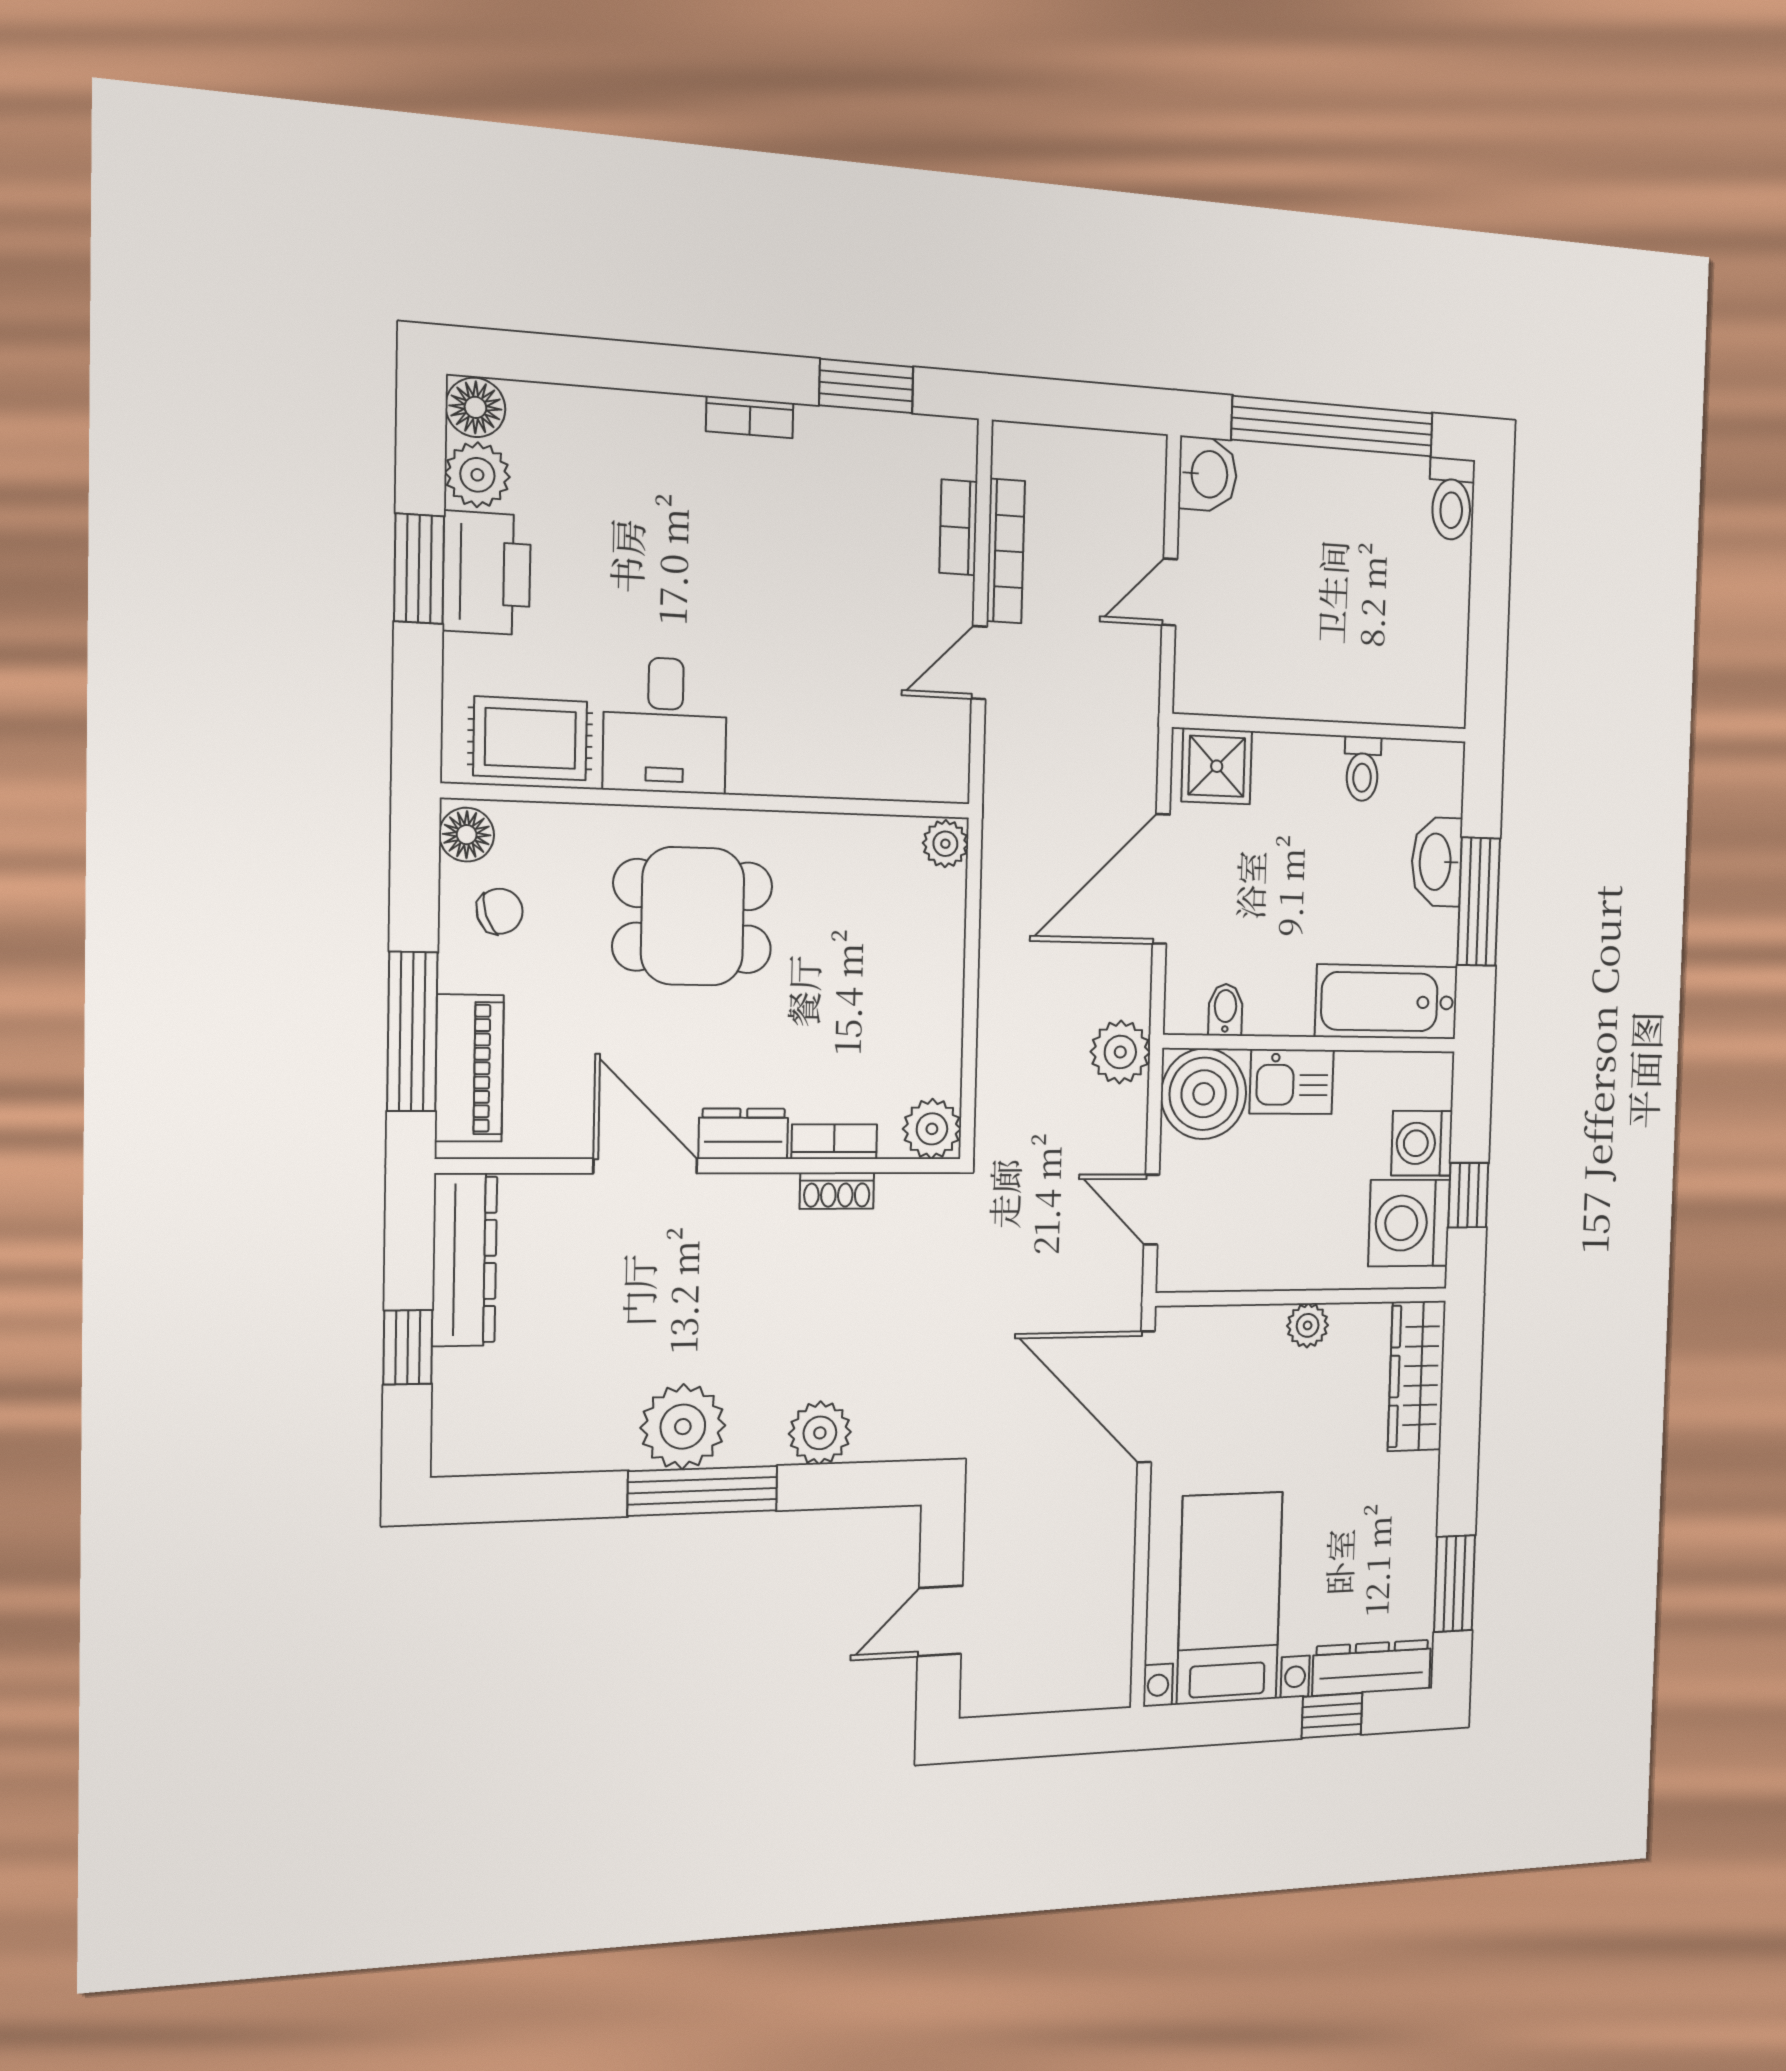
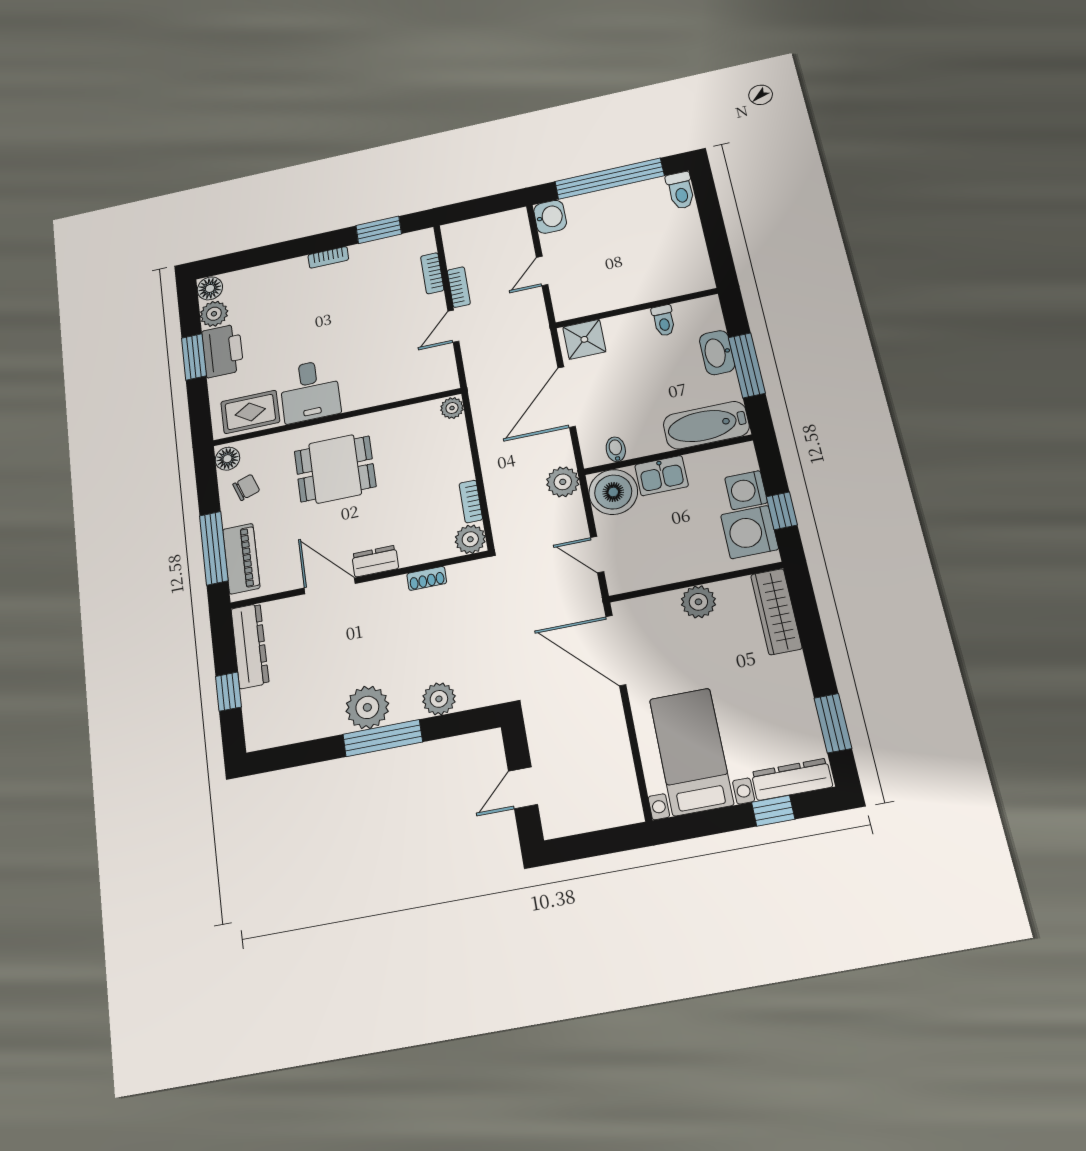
bookcase: (1006, 551) -> (459, 287), width x0.64
bookcase: (834, 1142) -> (471, 501), moved, turned -90
plant: (1308, 1325) -> (698, 602), width x1.38, depth x1.38

